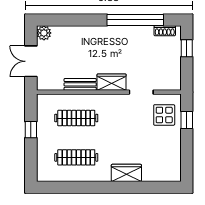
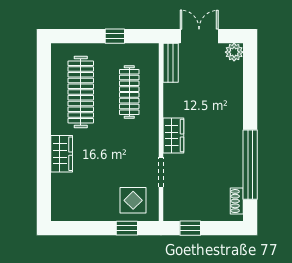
window: (187, 48) -> (190, 228), moved
bench: (80, 84) -> (171, 63), moved
clothes rail: (76, 157) -> (81, 92), width x1.37, depth x1.31

